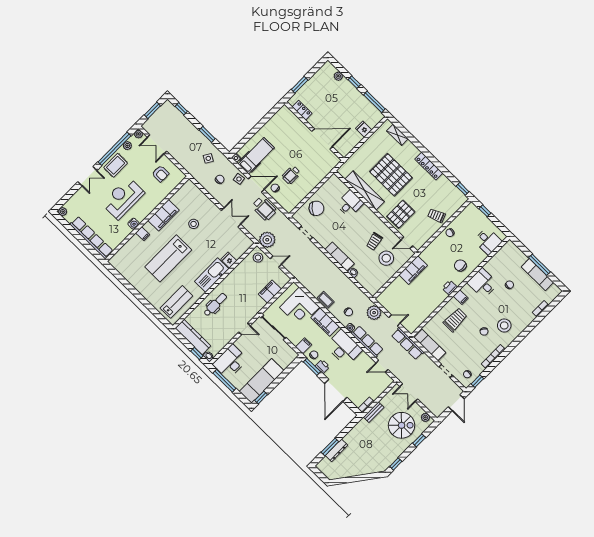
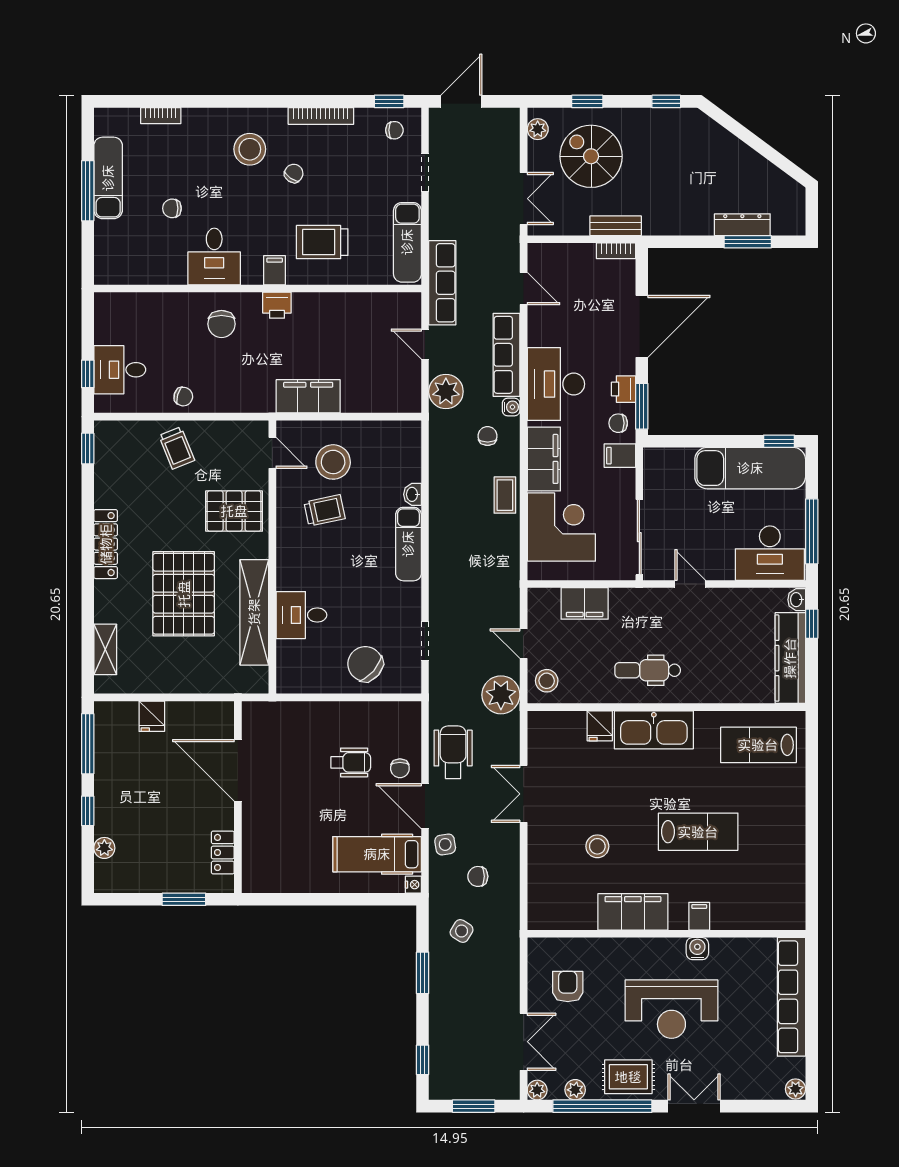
desk: (488, 241) -> (120, 370), moved, turned -90
lab bench: (168, 258) -> (698, 832), width x0.73, depth x0.72
dental chair: (215, 305) -> (648, 670), moved

